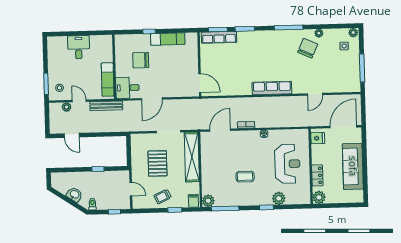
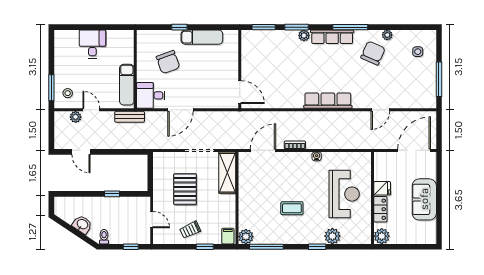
plant: (353, 33) -> (304, 35), moved
row of seats: (219, 37) -> (332, 37), moved
chair: (141, 60) -> (168, 62), turned -110
bench: (106, 106) -> (130, 117), width x0.73
fridge: (318, 138) -> (382, 188), moved
shelving: (192, 157) -> (227, 173), width x0.68
sofa: (353, 166) -> (424, 199), width x0.73

